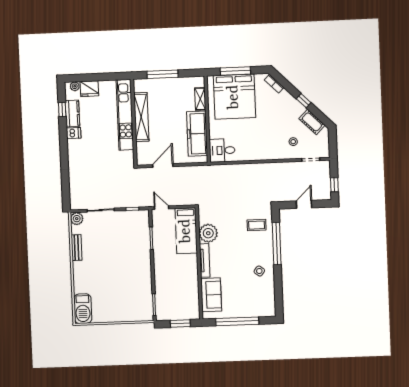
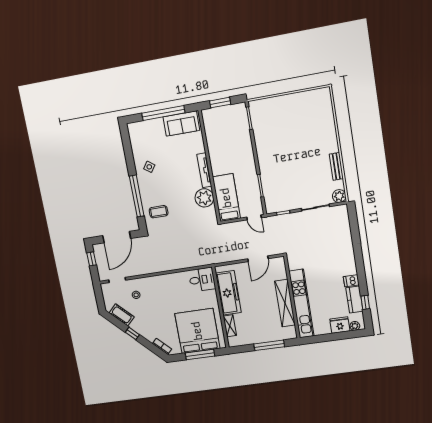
door: (304, 204) -> (117, 237), width x1.87
sofa: (211, 295) -> (181, 124), moved, turned -90
barbecue: (83, 309) -> (323, 103), removed

